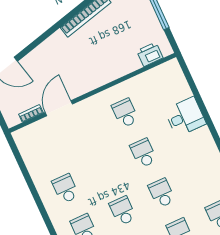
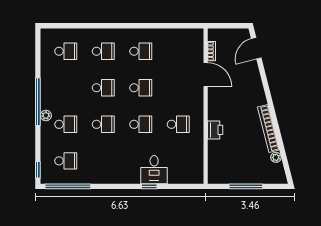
printer: (150, 54) -> (215, 130), moved
window: (205, 114) -> (149, 186), added
school desk: (104, 171) -> (141, 88), added

